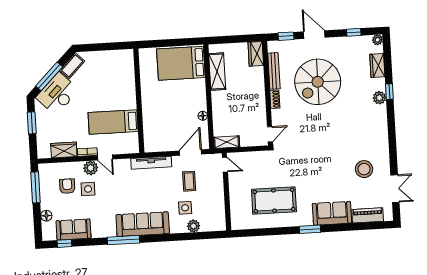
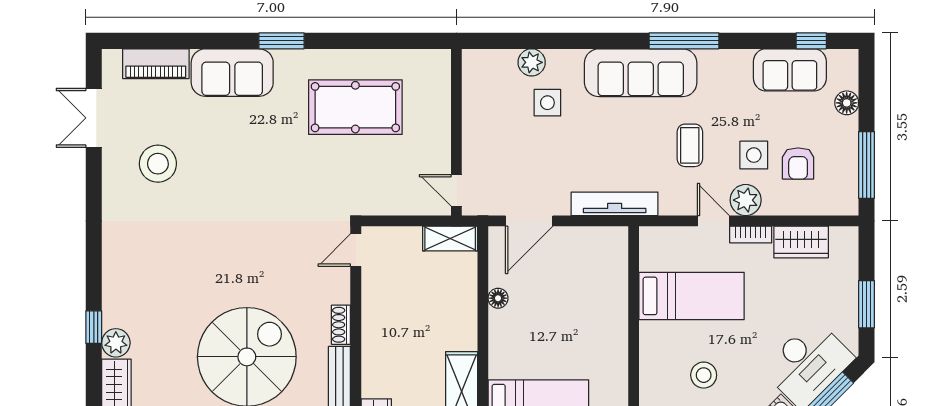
stool: (105, 86) -> (704, 375), added
plant: (379, 98) -> (116, 343), moved
coffee table: (189, 181) -> (690, 145), moved

